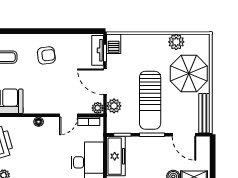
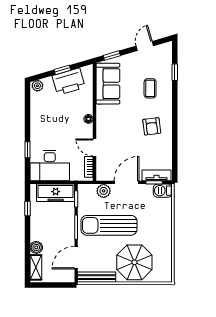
plant: (176, 42) -> (165, 250), removed
plant: (98, 108) -> (102, 175), removed

